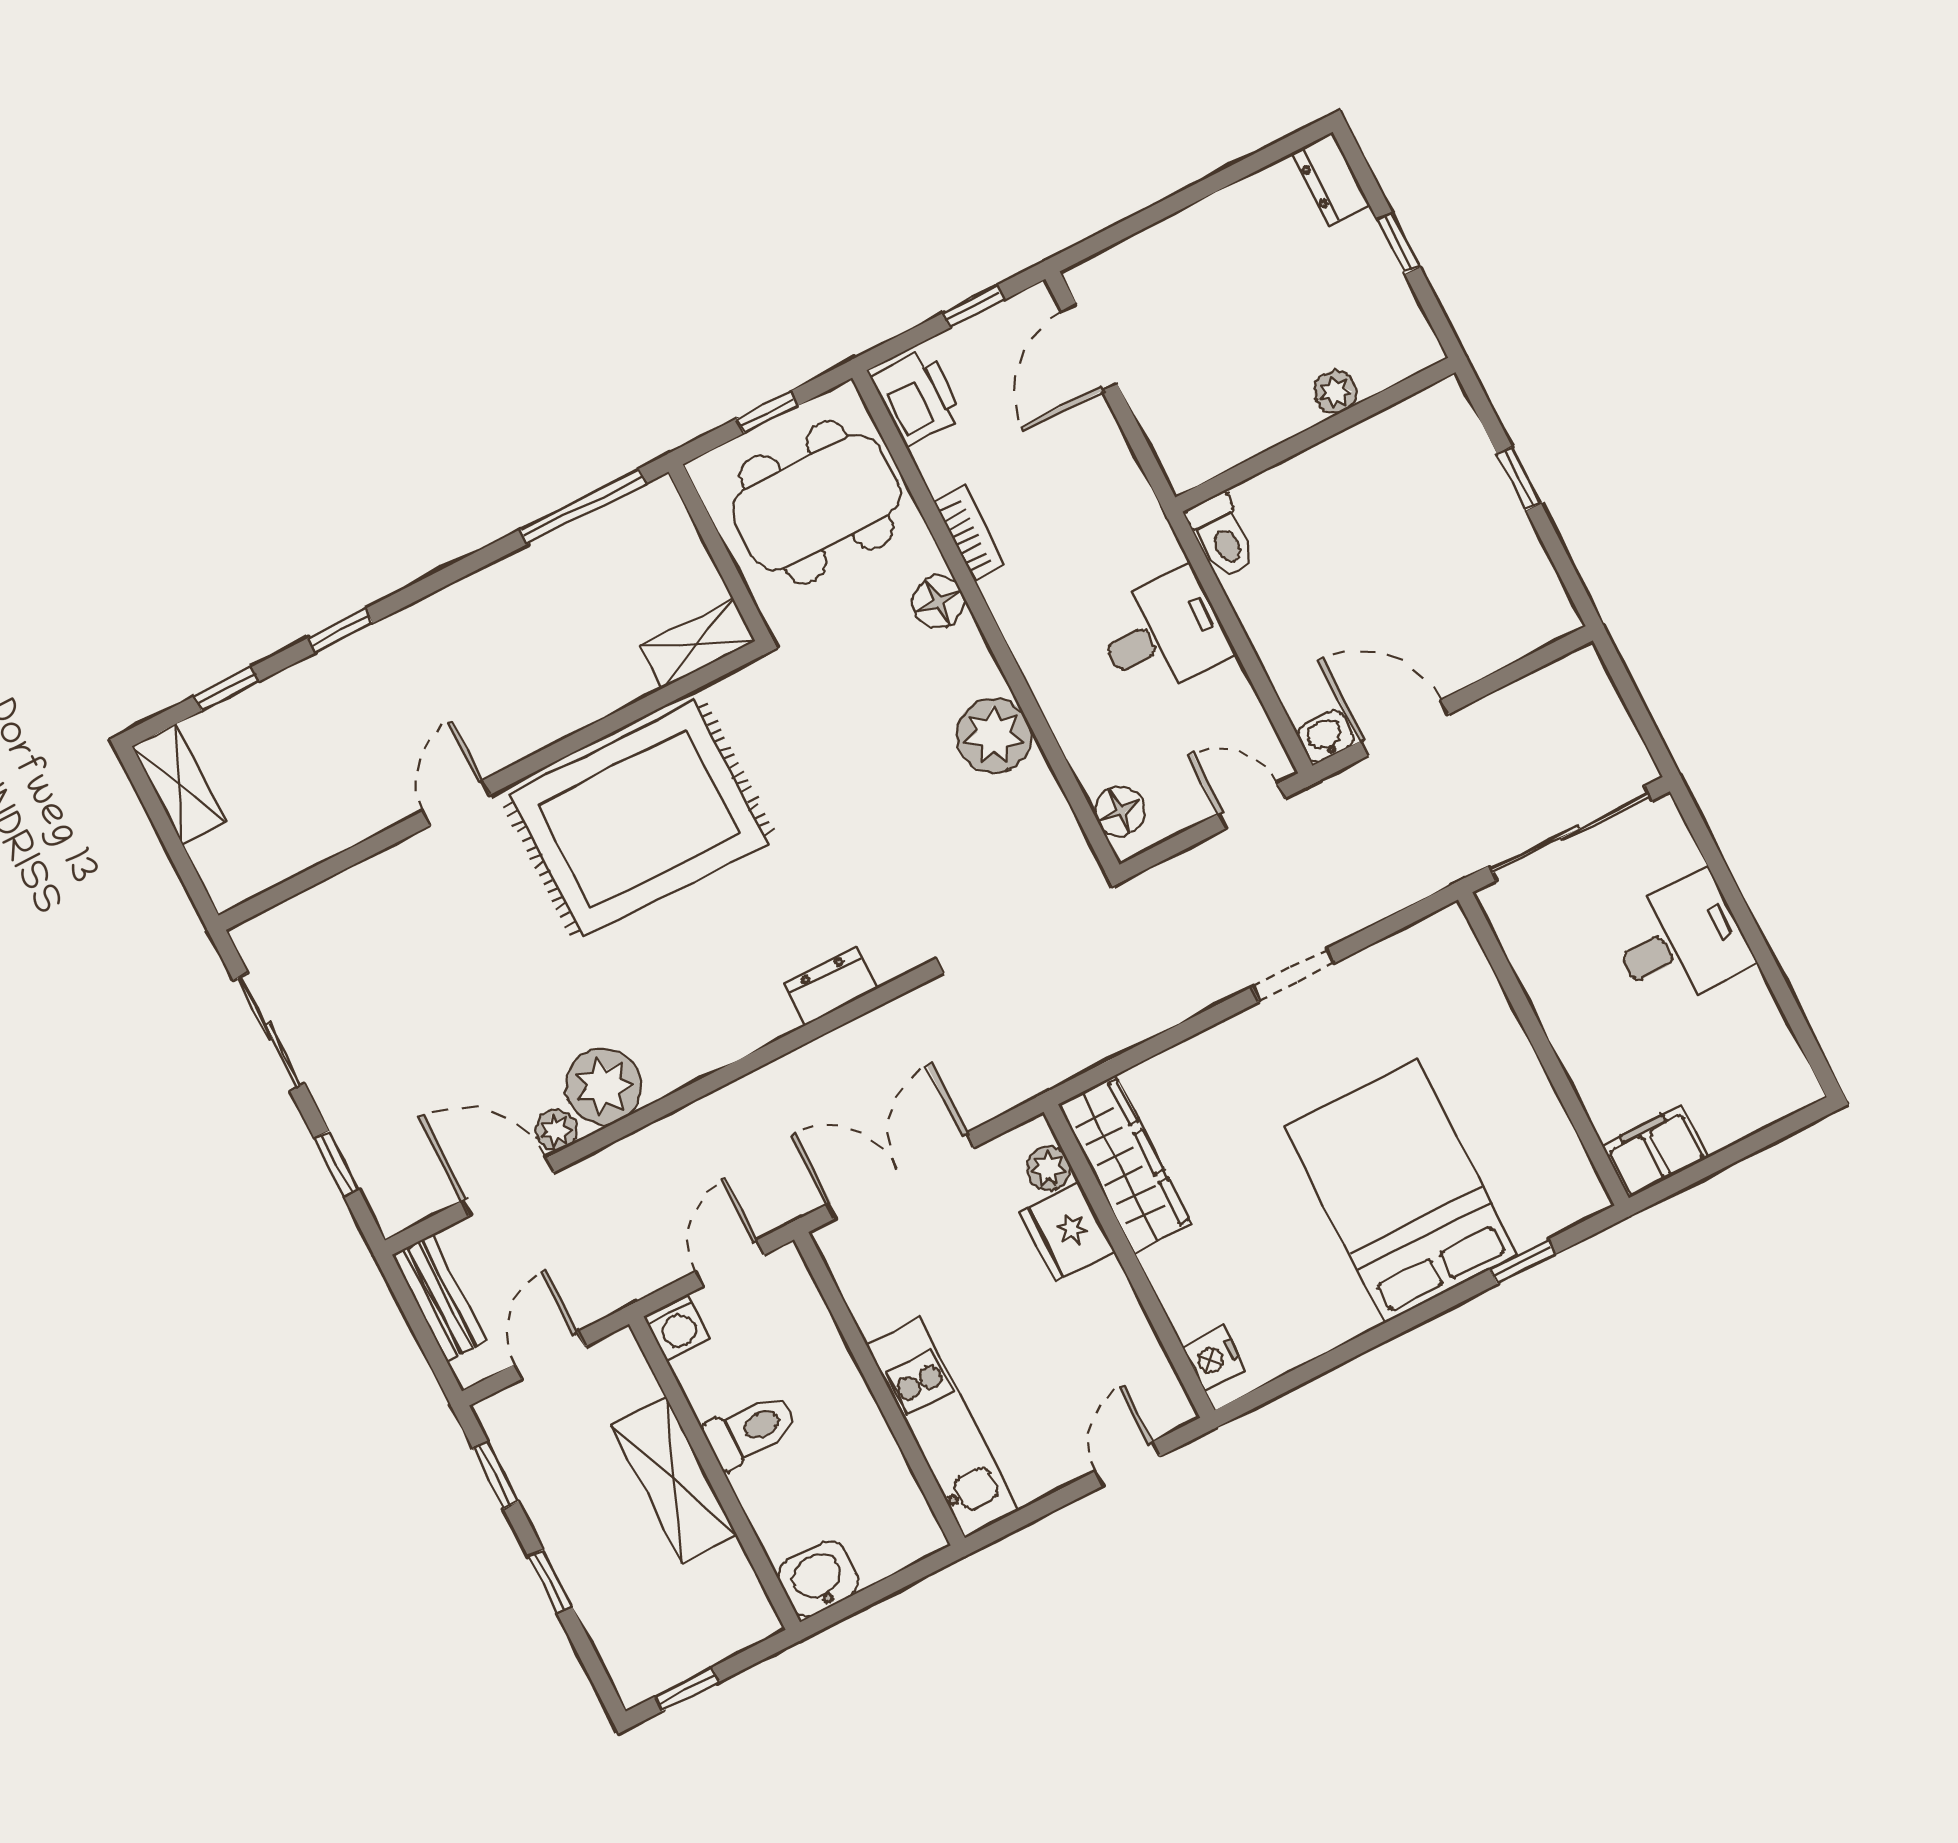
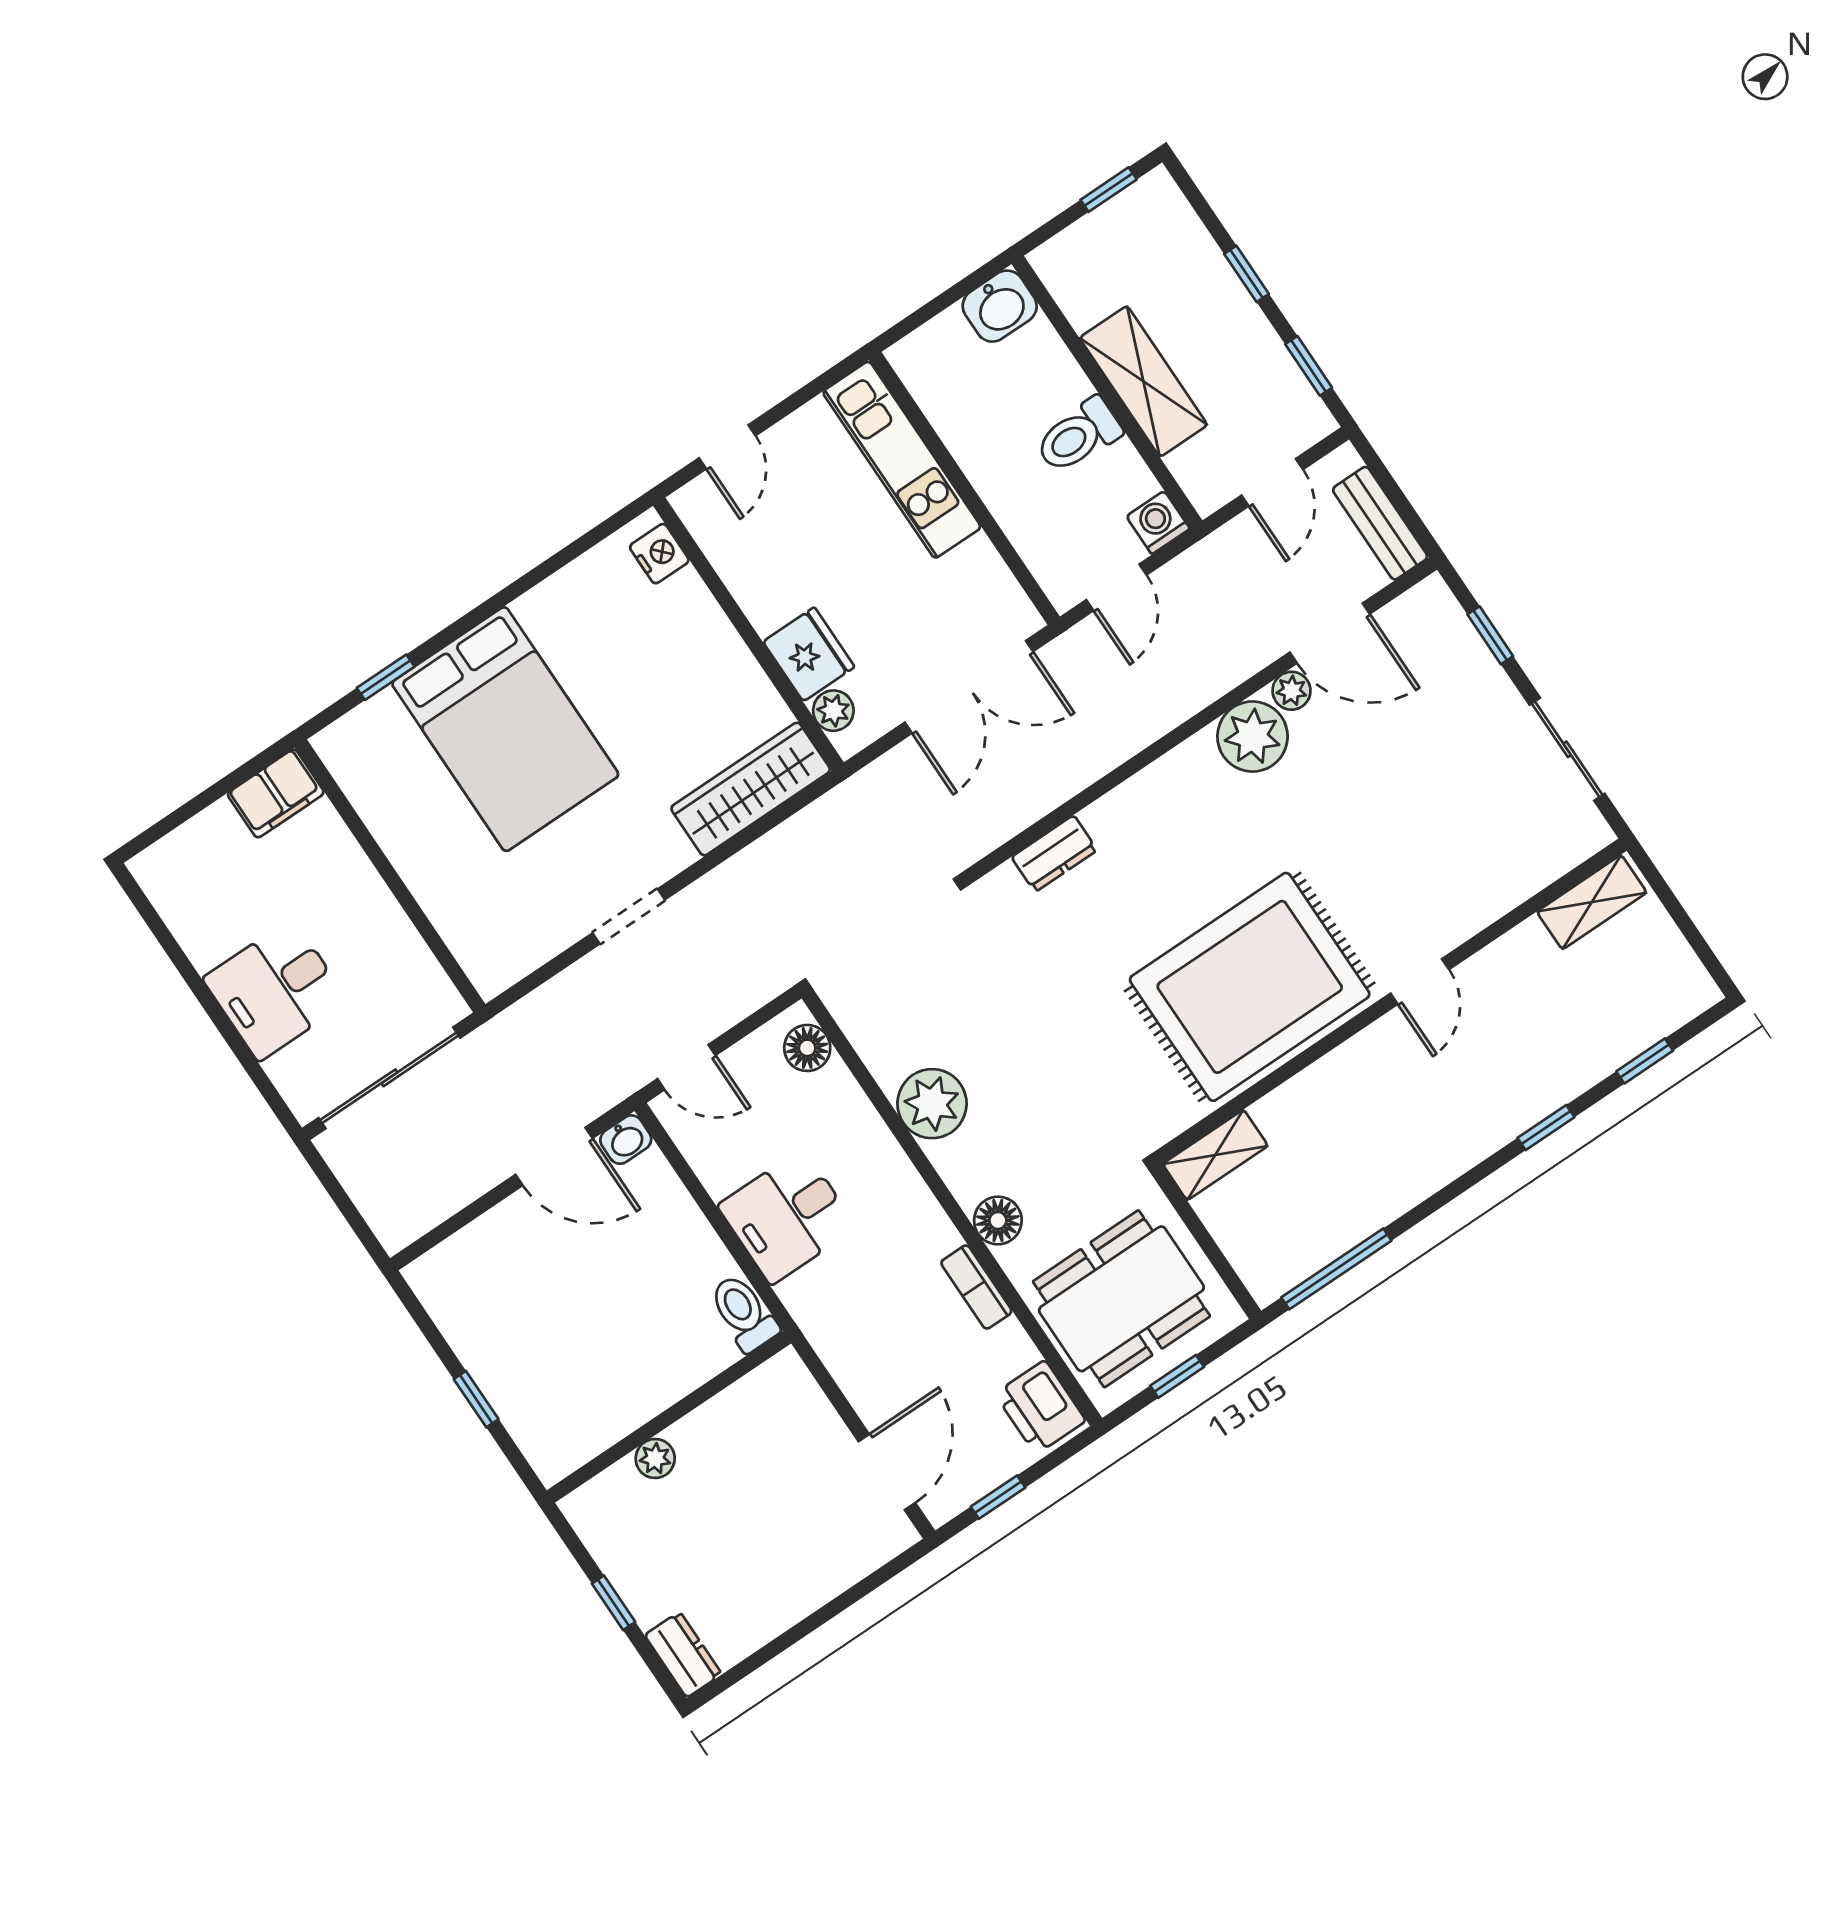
shelving: (179, 784) -> (1592, 902), moved, turned 90
wardrobe: (1124, 1164) -> (751, 789), moved, turned 90

